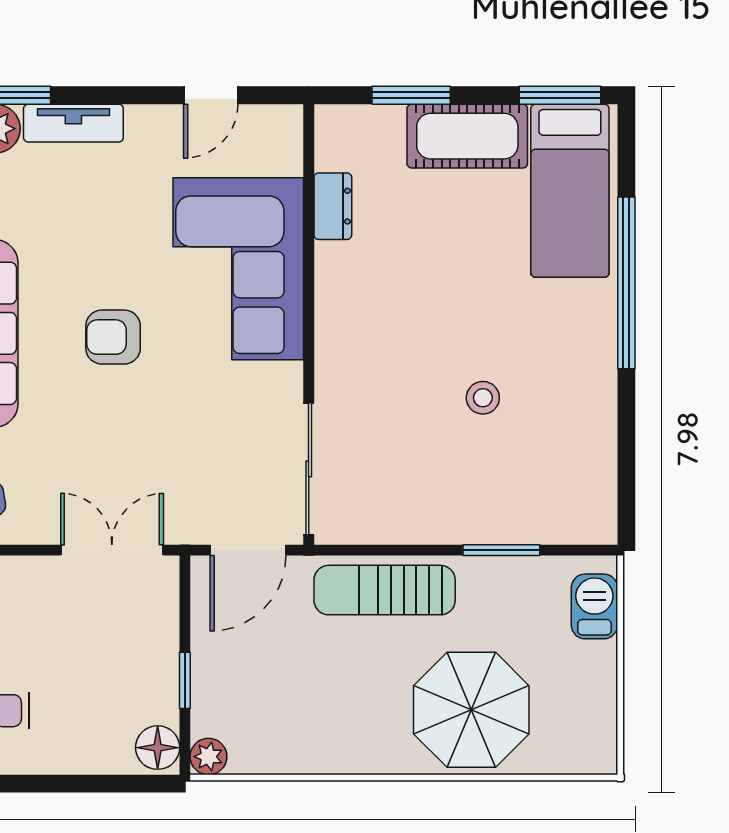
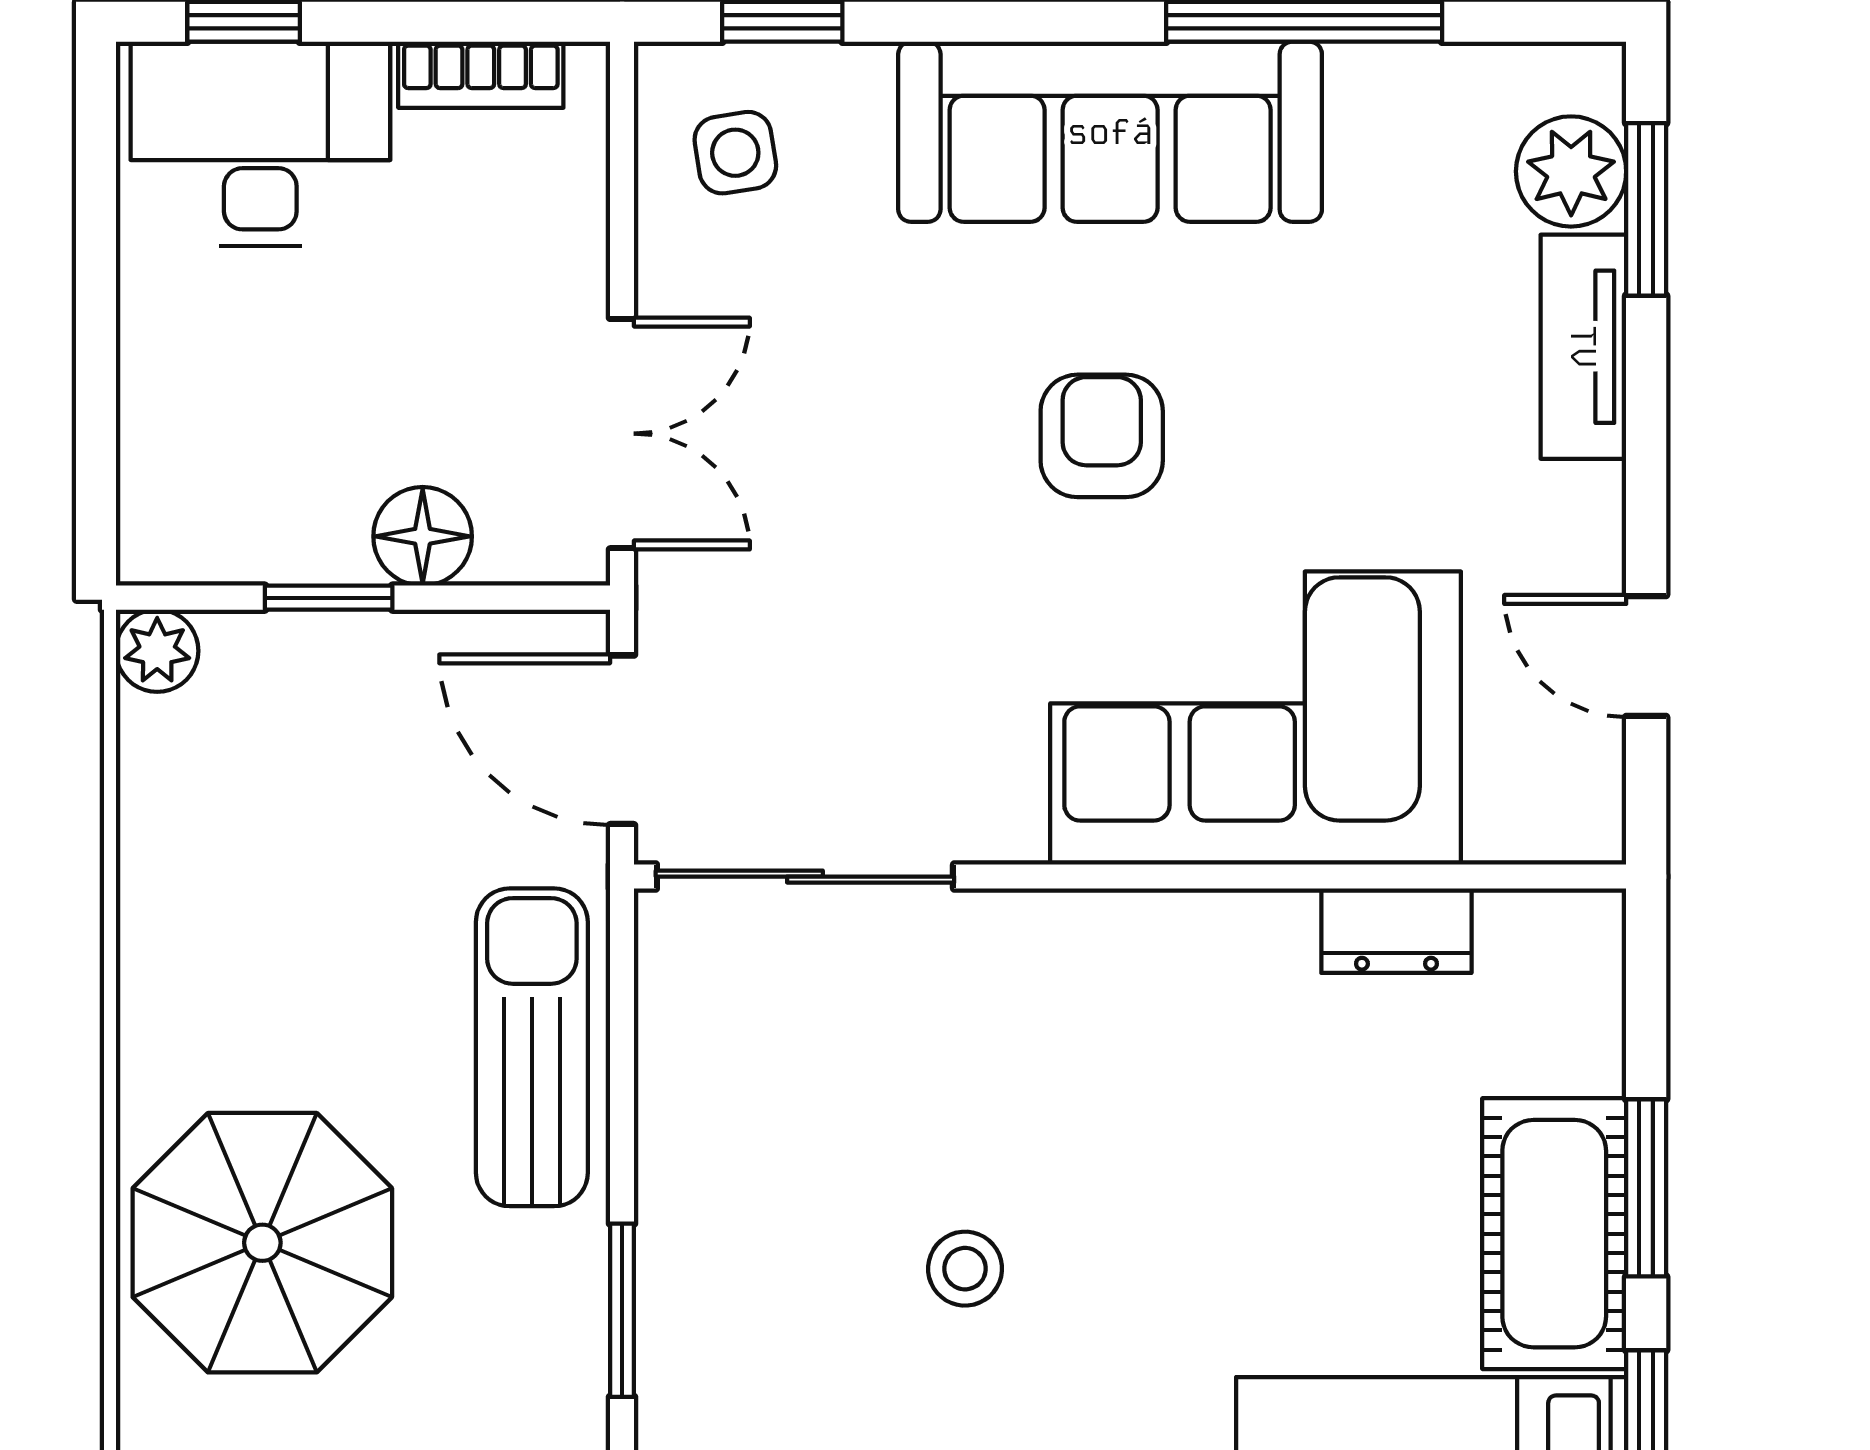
window: (411, 95) -> (1646, 1188), moved
floor lamp: (158, 748) -> (423, 536), moved

